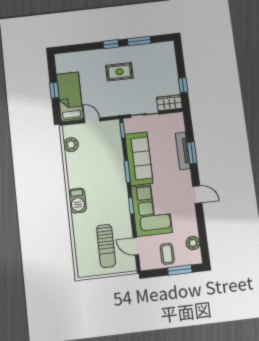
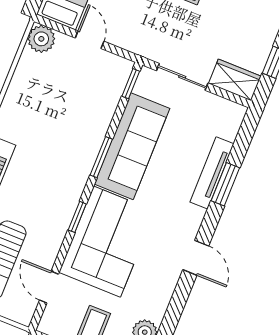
plant: (71, 145) -> (41, 39), moved

